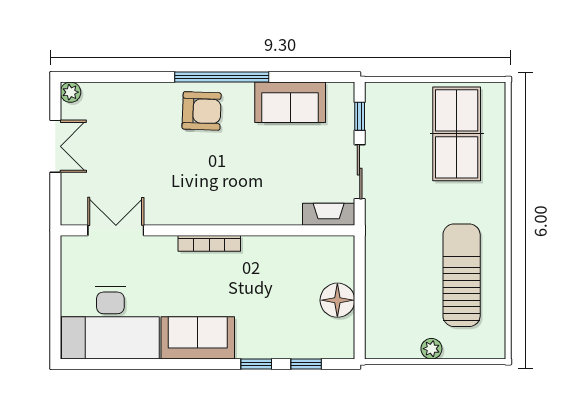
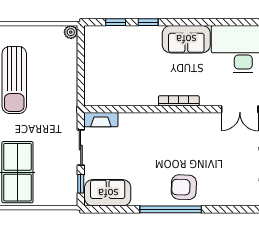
sofa: (290, 102) -> (108, 193), moved
floor lamp: (337, 300) -> (95, 64), removed
plant: (431, 349) -> (71, 32), moved

